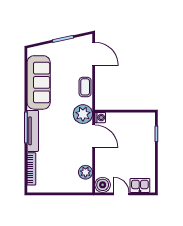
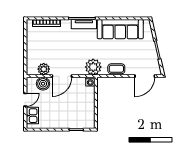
tv unit: (33, 131) -> (84, 24), width x0.71
door: (94, 136) -> (62, 76), moved
boiler: (103, 185) -> (43, 84), moved

